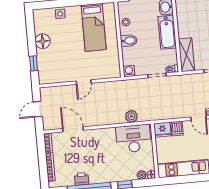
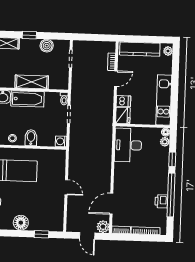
shelving: (186, 55) -> (32, 82), moved
plant: (131, 116) -> (103, 227), moved

